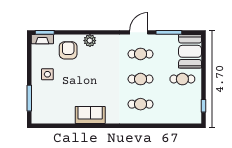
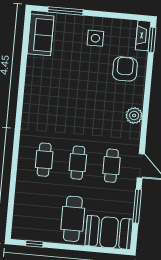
plant: (90, 41) -> (134, 116), moved
armchair: (68, 50) -> (125, 69), turned -90
cafe table: (182, 79) -> (73, 219), width x1.37, depth x1.35
sofa: (90, 115) -> (41, 35), moved

